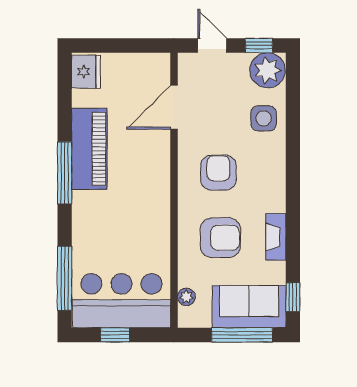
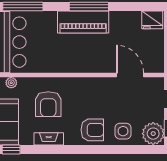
piano: (89, 149) -> (83, 22), moved
armchair: (218, 173) -> (92, 130), moved

